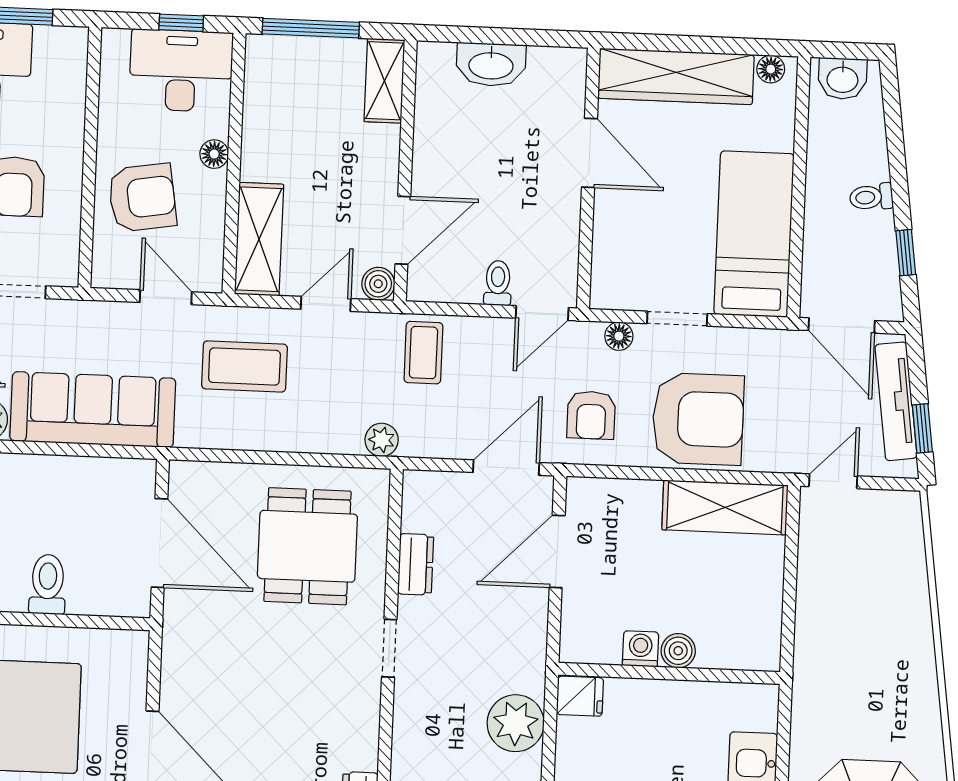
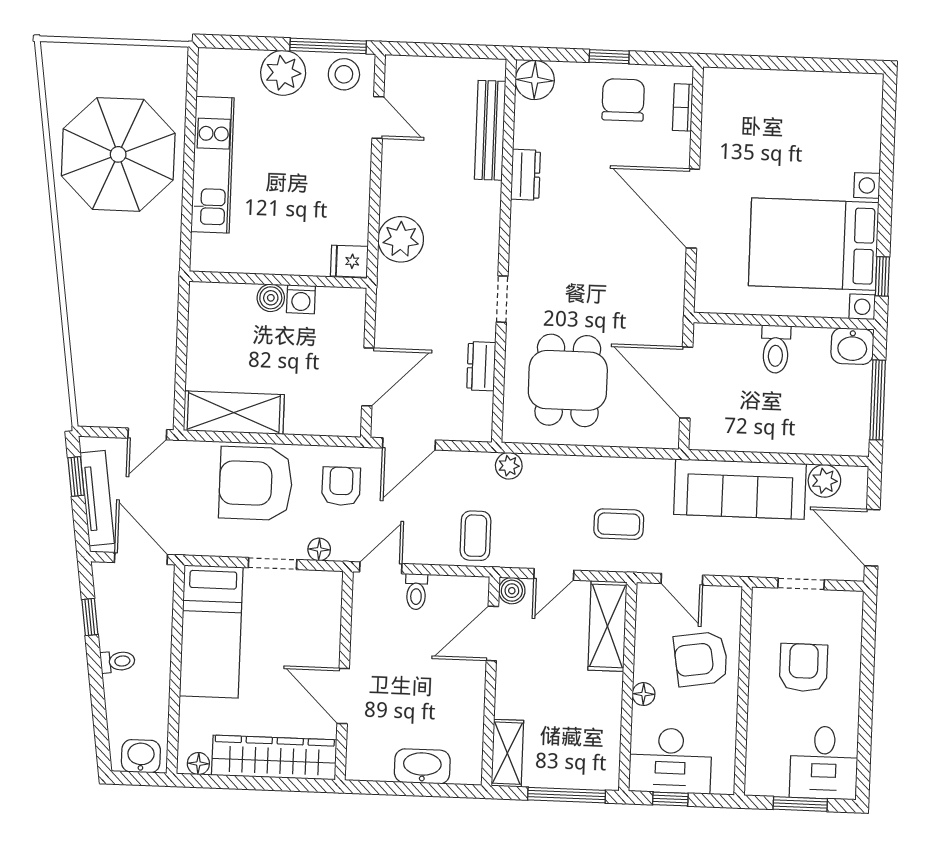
coffee table: (244, 366) -> (619, 524), width x0.73, depth x0.77

